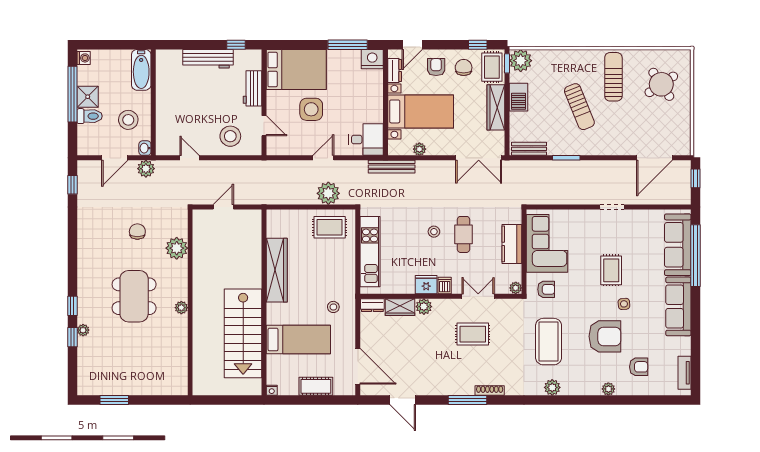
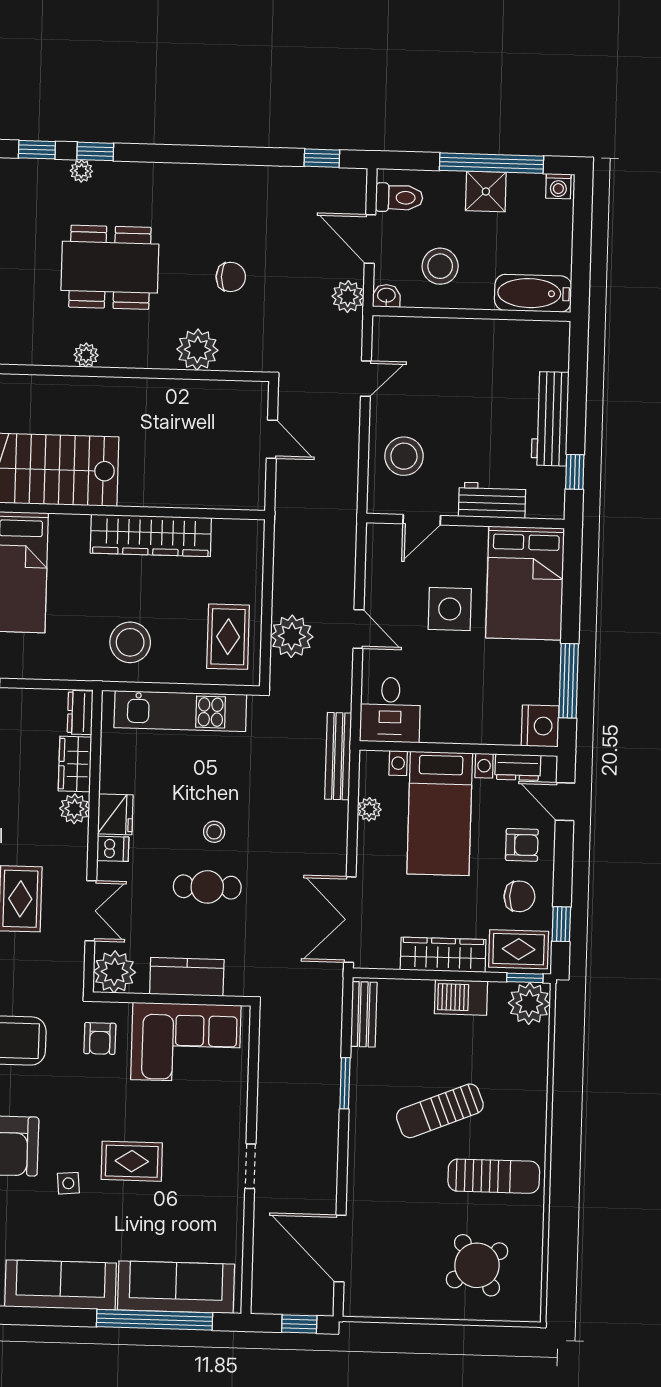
toilet: (90, 116) -> (399, 198), moved, turned -90
plant: (516, 288) -> (115, 972), width x1.87, depth x1.87
stool: (333, 307) -> (130, 642), moved, width x1.89, depth x1.89
plant: (83, 330) -> (81, 171), moved

